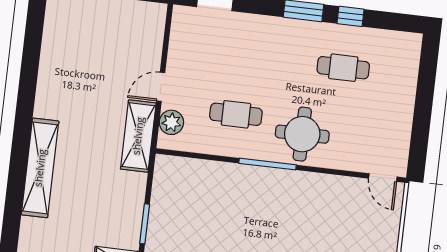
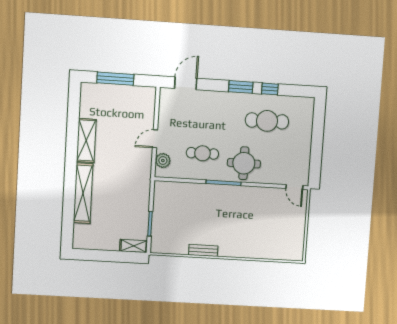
cafe table: (343, 68) -> (267, 121), width x1.37, depth x1.35
shelving: (138, 136) -> (86, 140), moved

